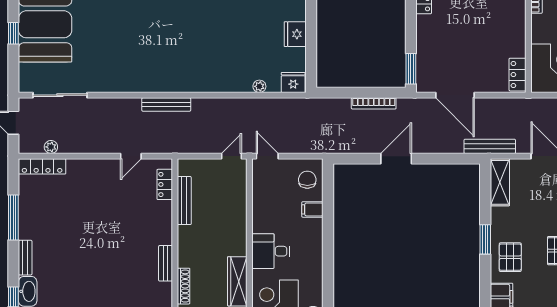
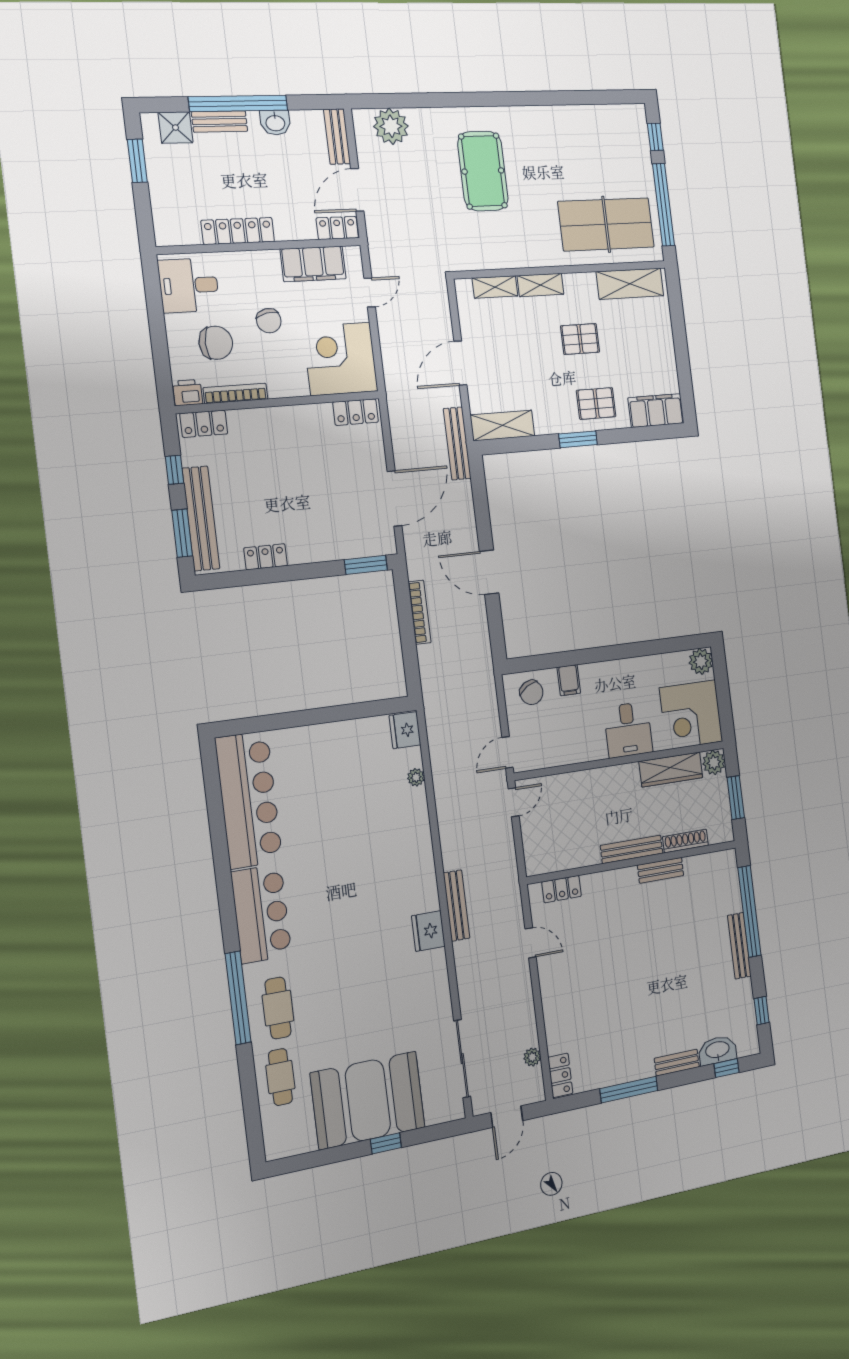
fridge: (295, 34) -> (428, 931), moved, turned 90
door: (232, 156) -> (514, 802), swing flipped
locker: (42, 166) -> (560, 1075), width x0.66
chair: (307, 180) -> (531, 692), turned -121
bench: (184, 201) -> (632, 849), moved

